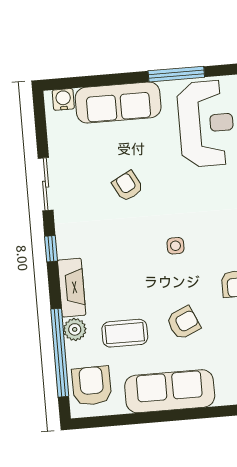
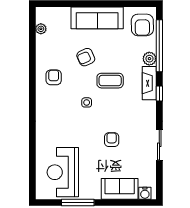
sofa: (118, 103) -> (120, 189), width x0.73
armchair: (128, 186) -> (112, 140), turned -152
window: (51, 249) -> (159, 93), moved
coffee table: (125, 333) -> (110, 81), moved

